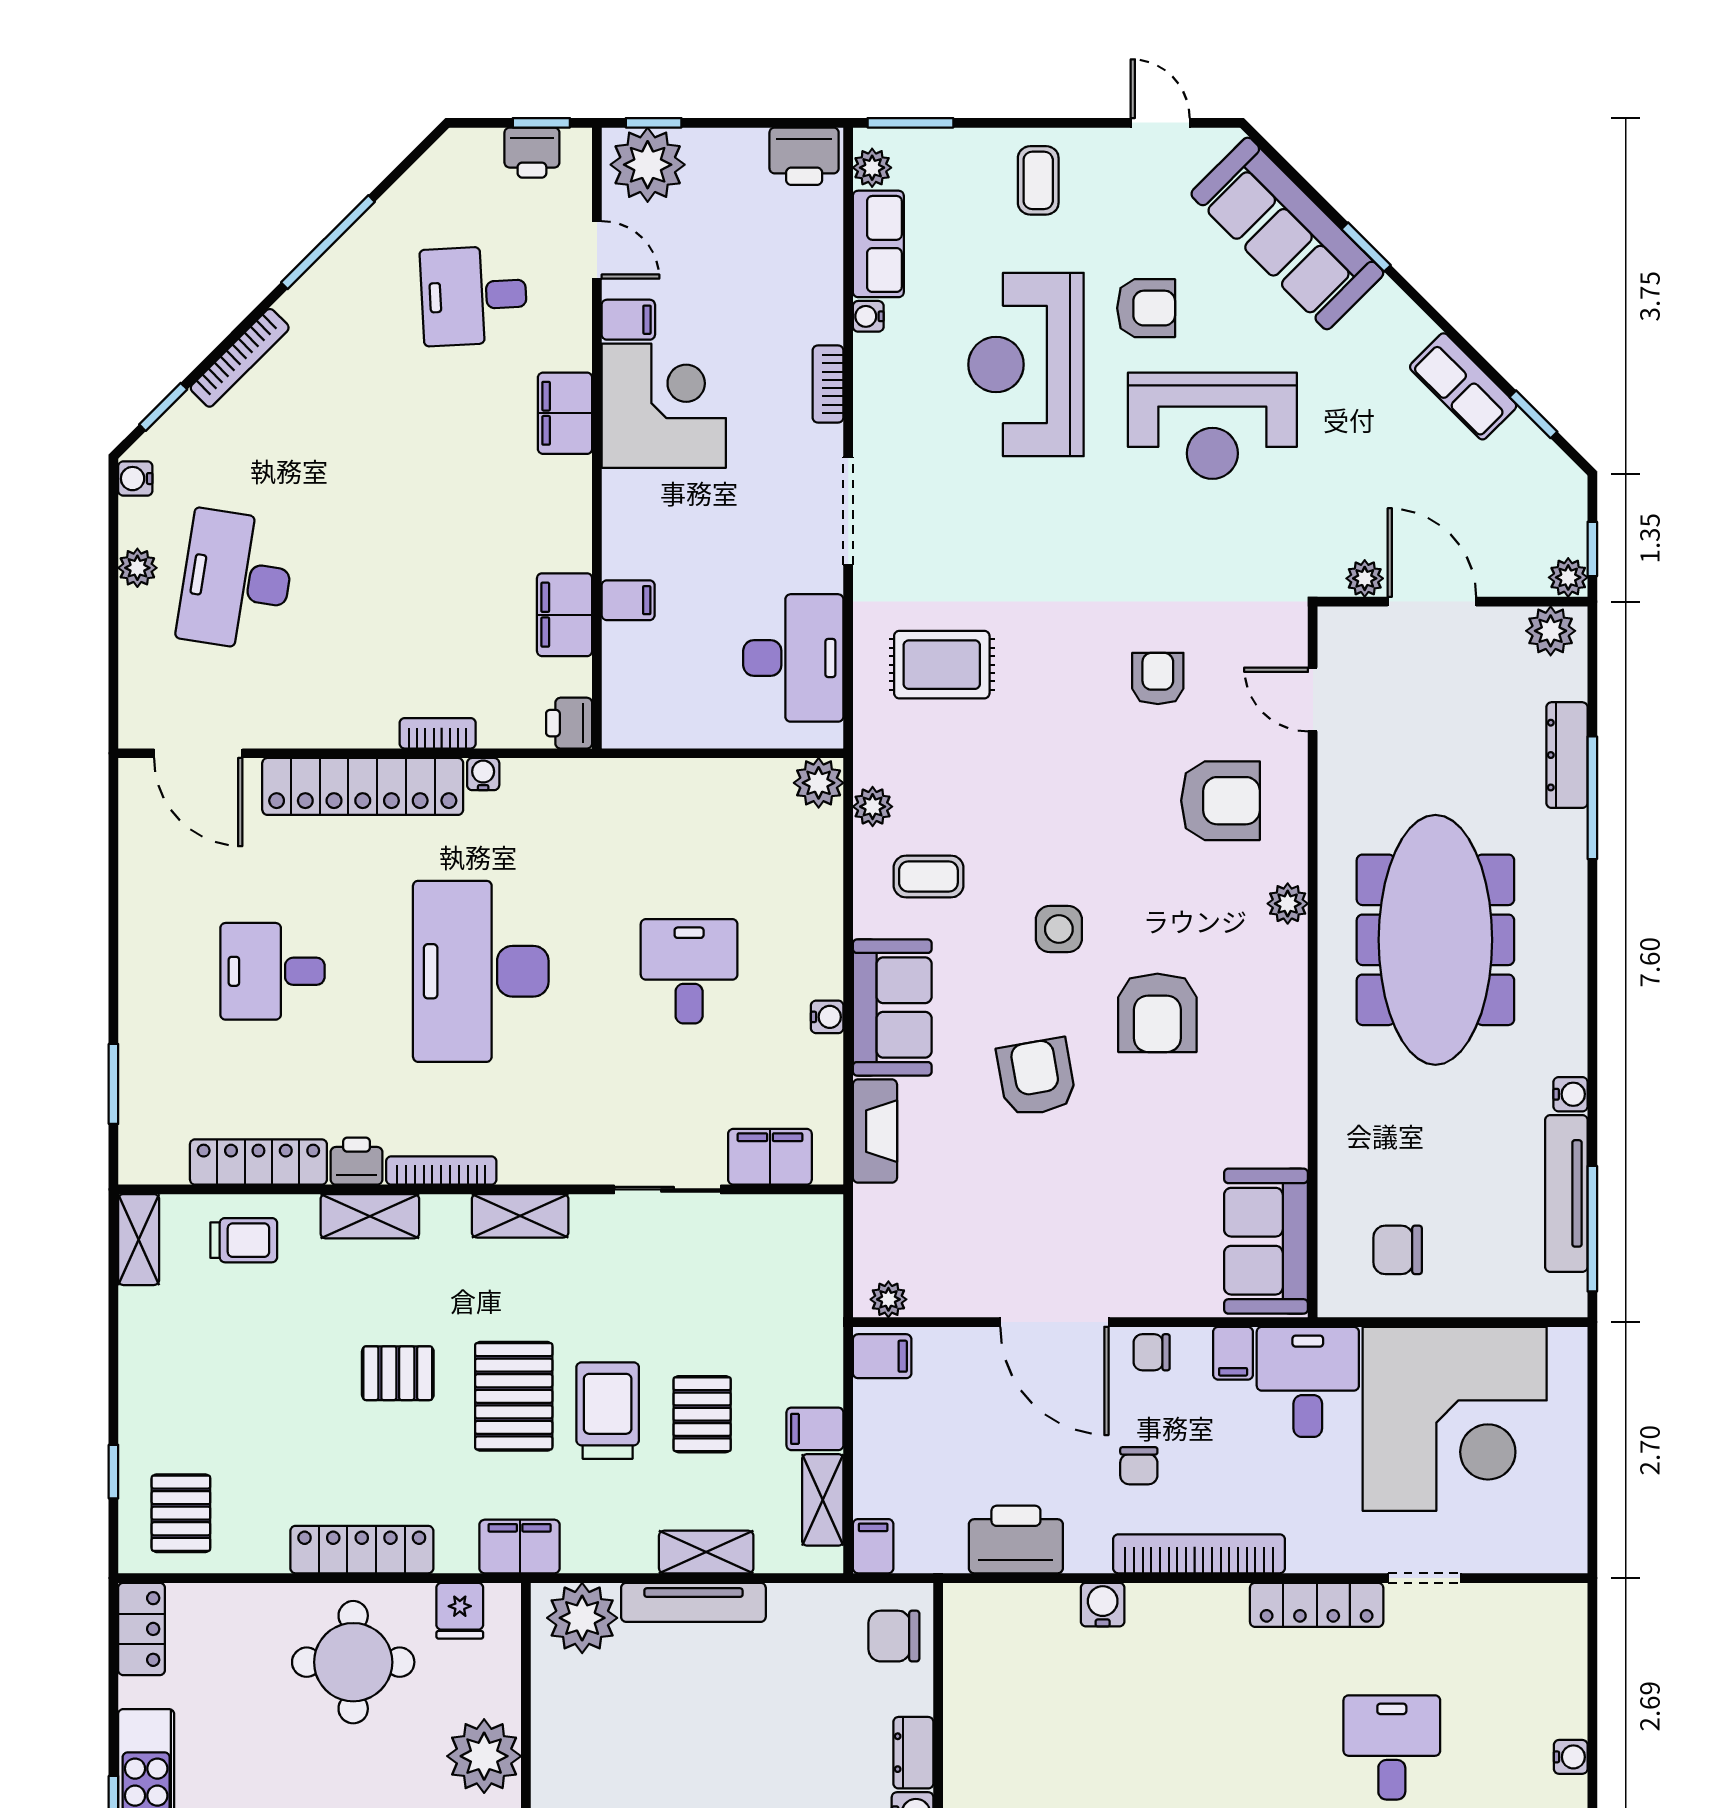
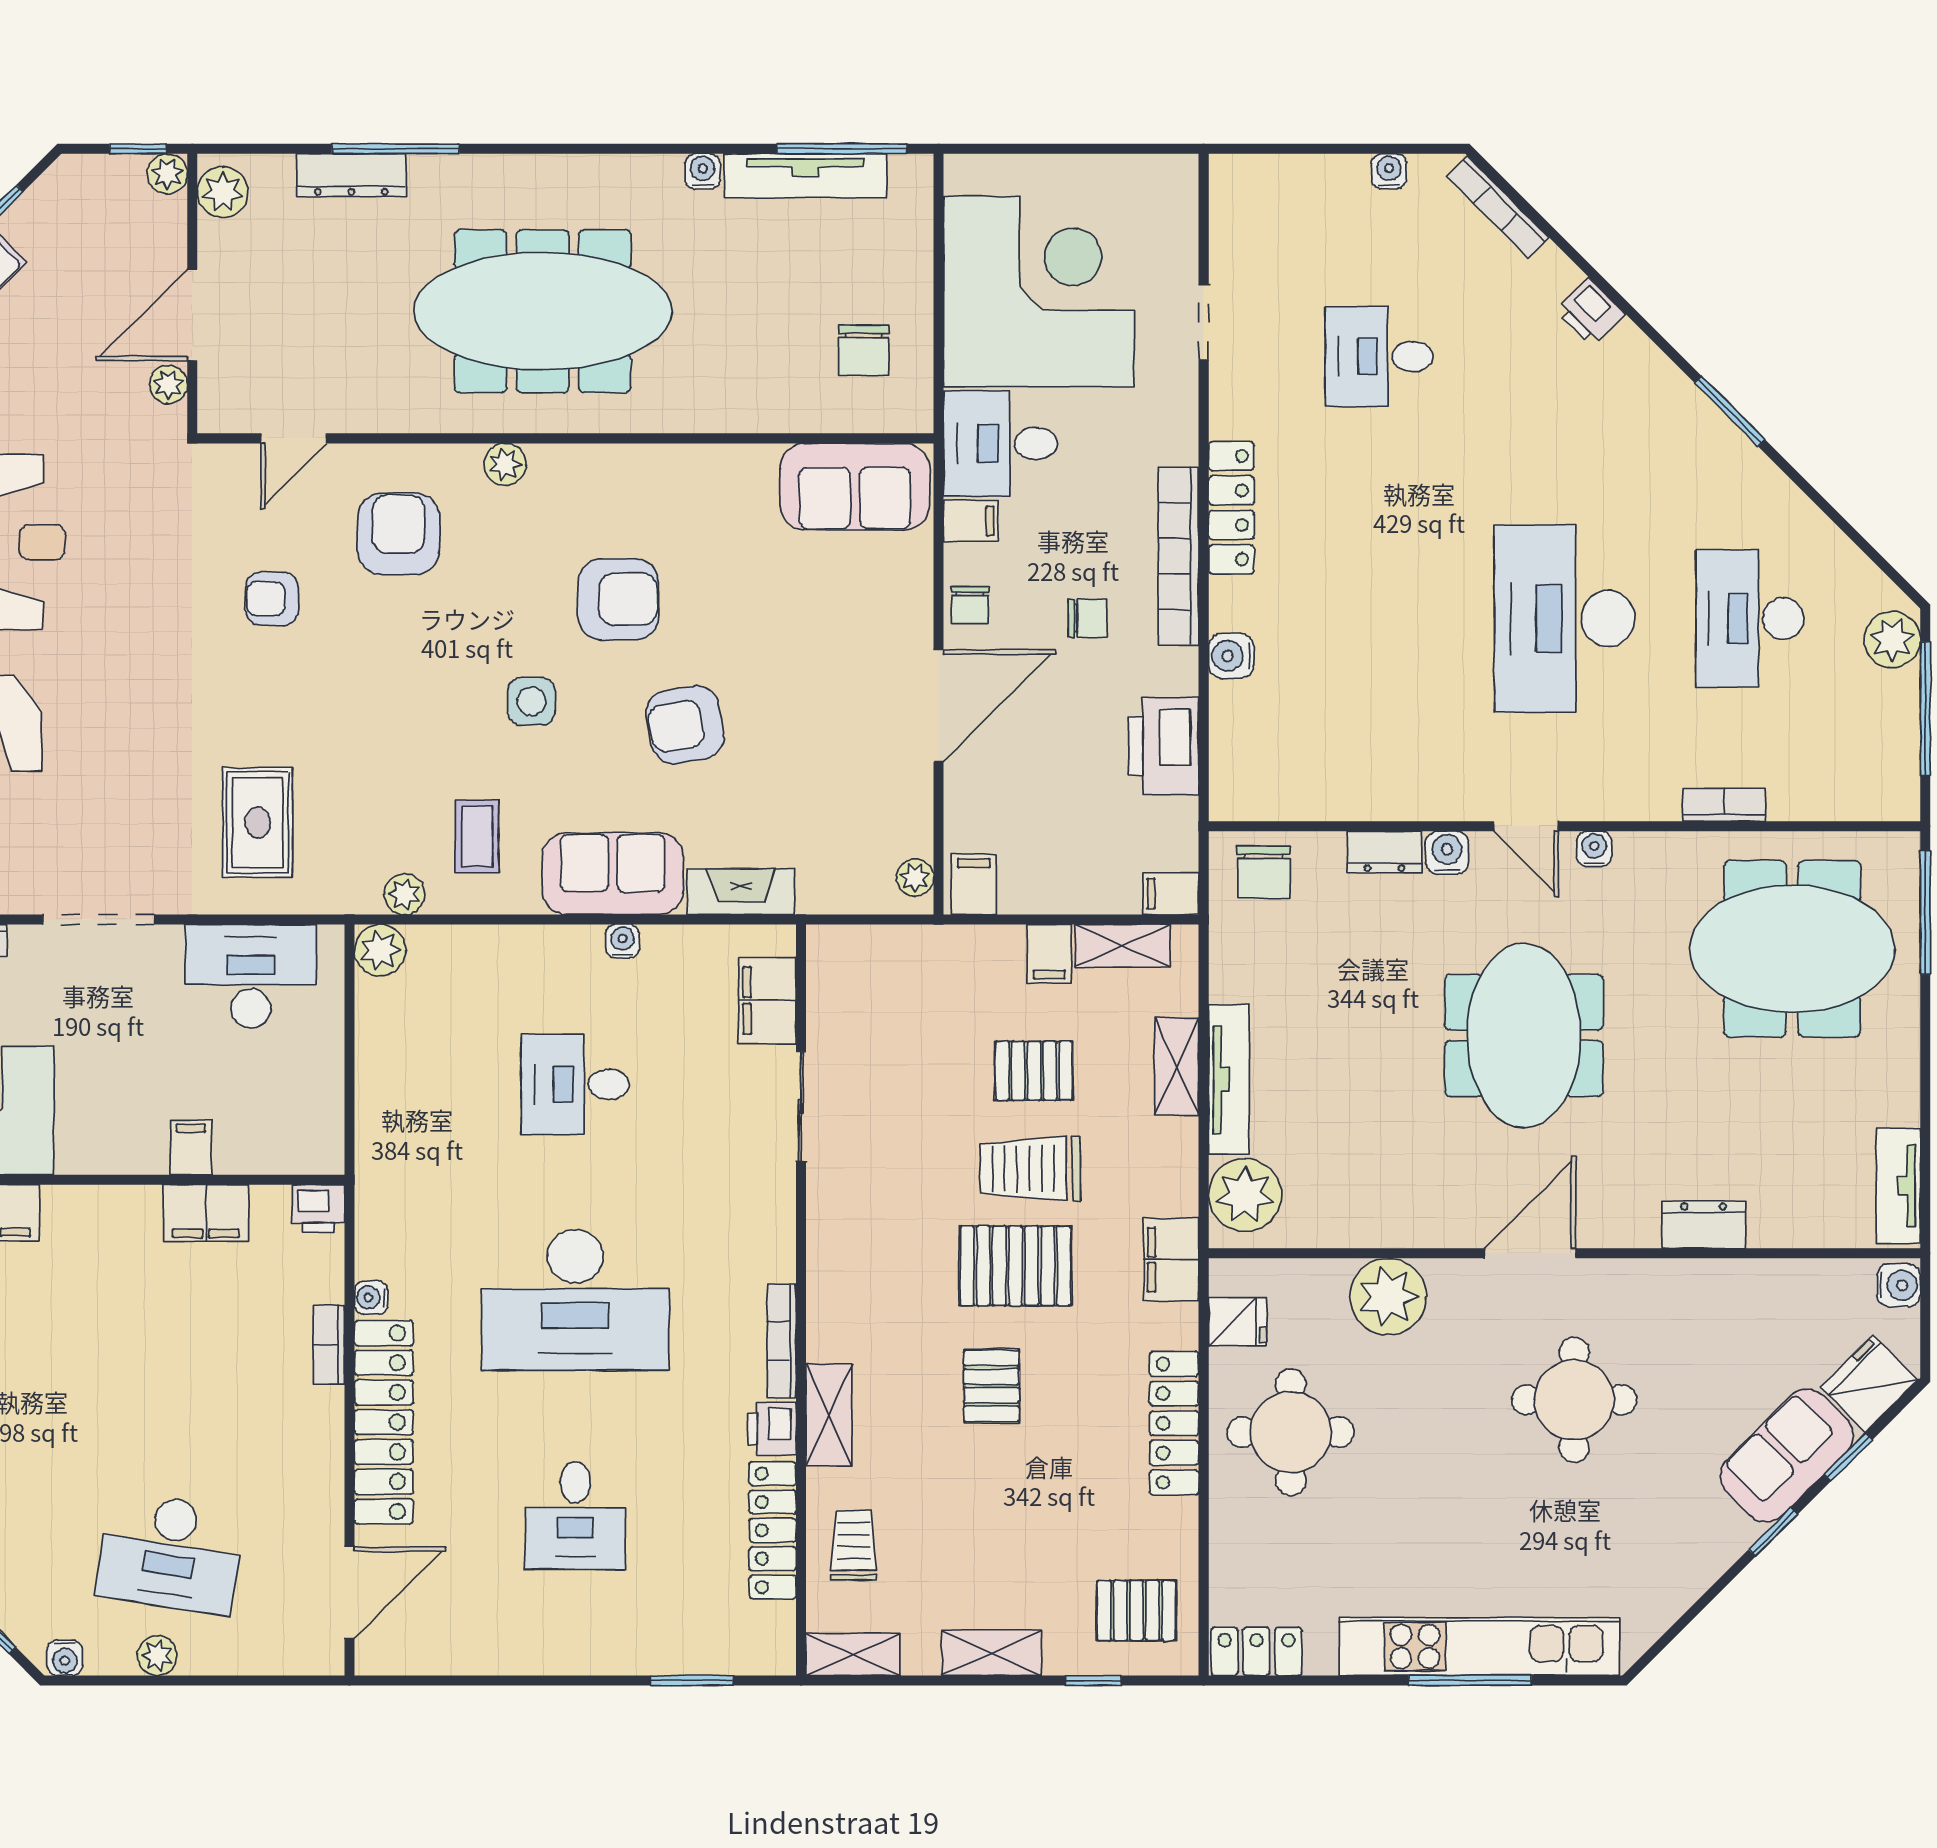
shelving: (520, 1216) -> (991, 1653), moved, turned 90
locker: (1317, 1605) -> (1231, 508), moved

